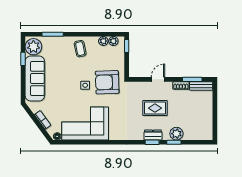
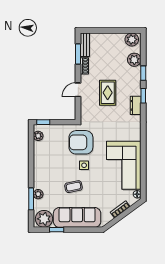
plant: (103, 41) -> (38, 194), moved
coffee table: (80, 49) -> (73, 187), moved
door: (158, 79) -> (78, 90), hinge flipped
armchair: (107, 82) -> (81, 142), turned 92
plant: (206, 131) -> (132, 39), added
plant: (176, 134) -> (134, 60), moved
dresser: (153, 135) -> (136, 105), moved

